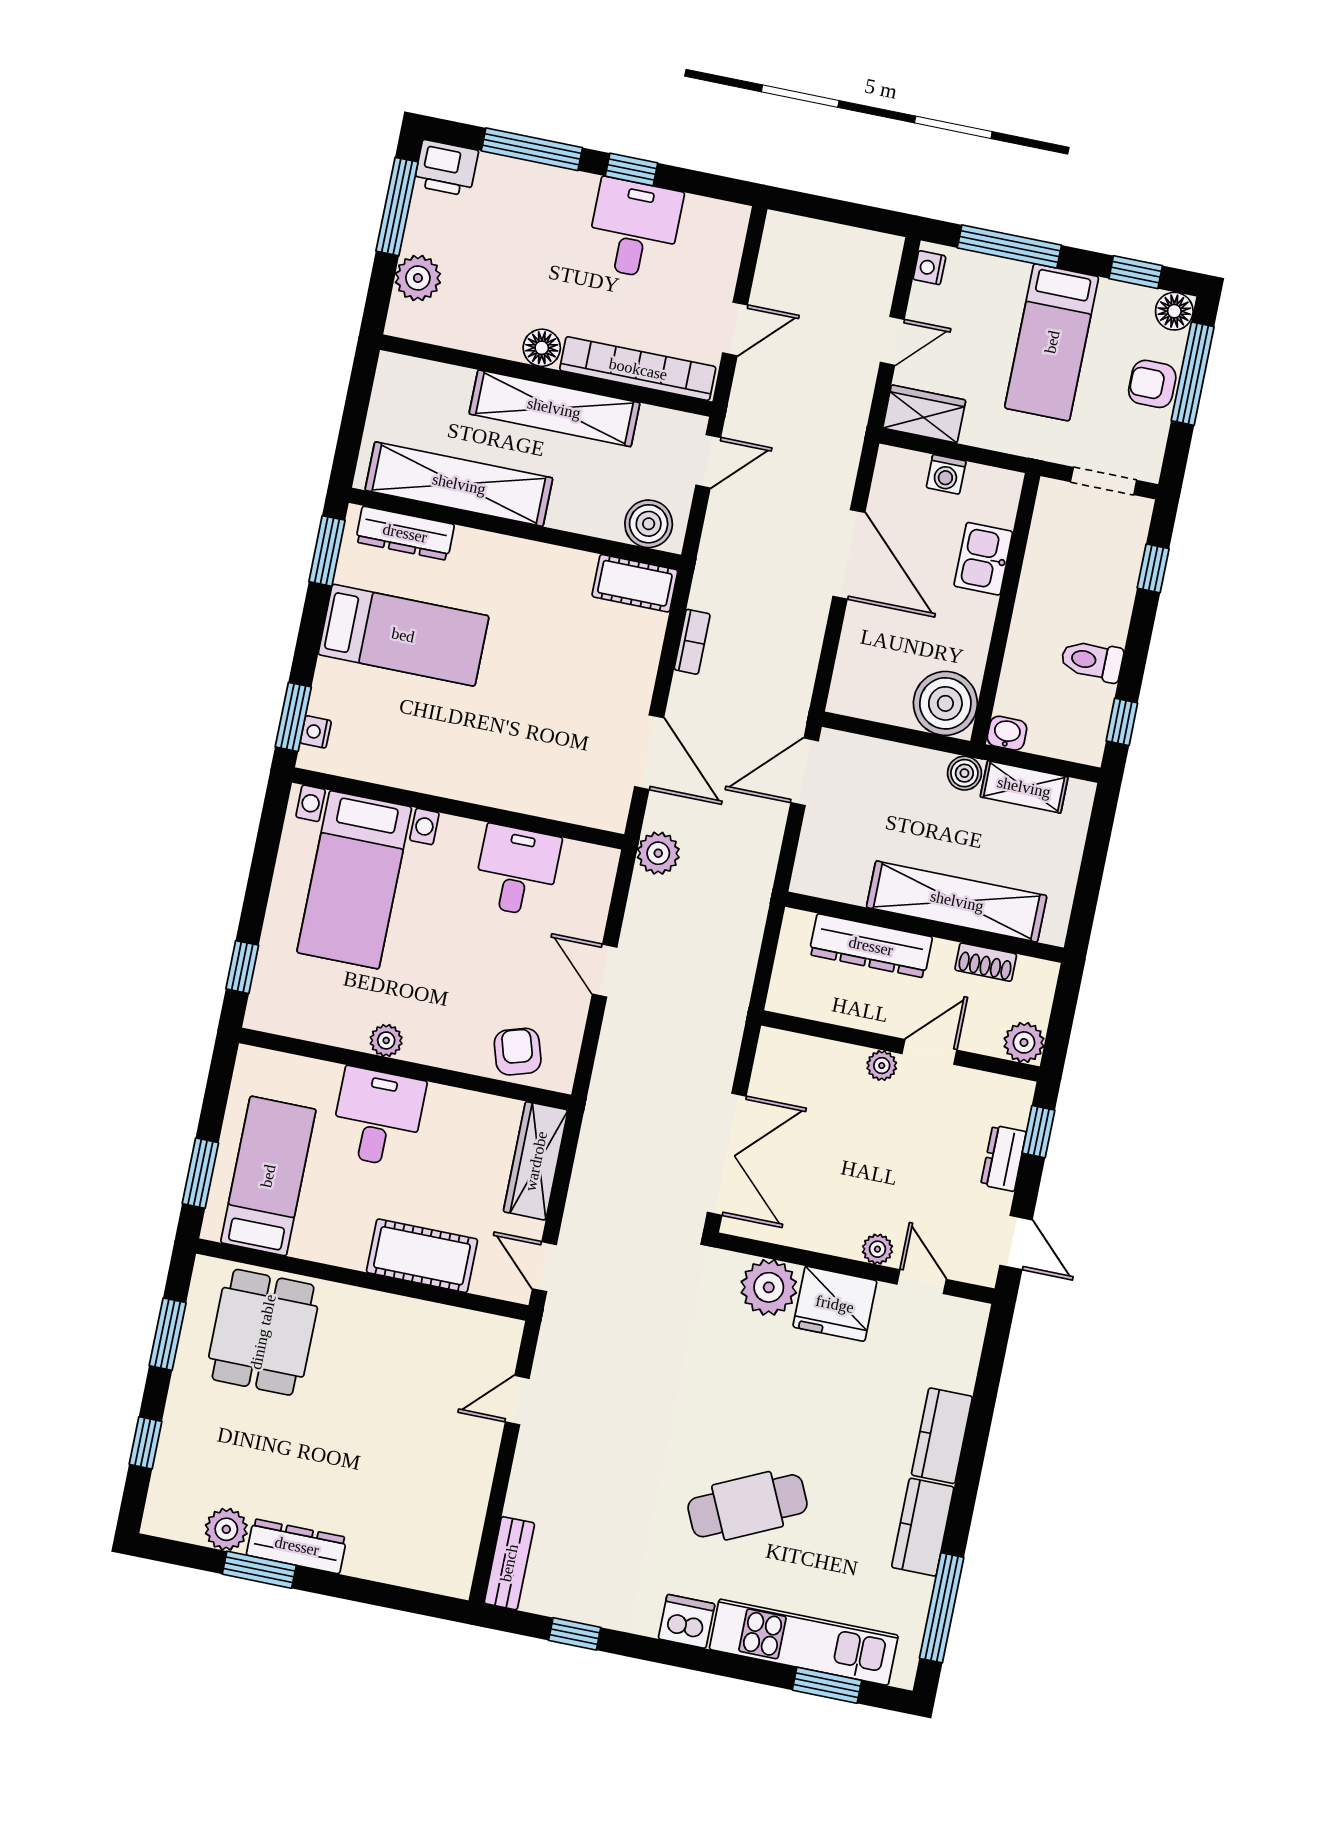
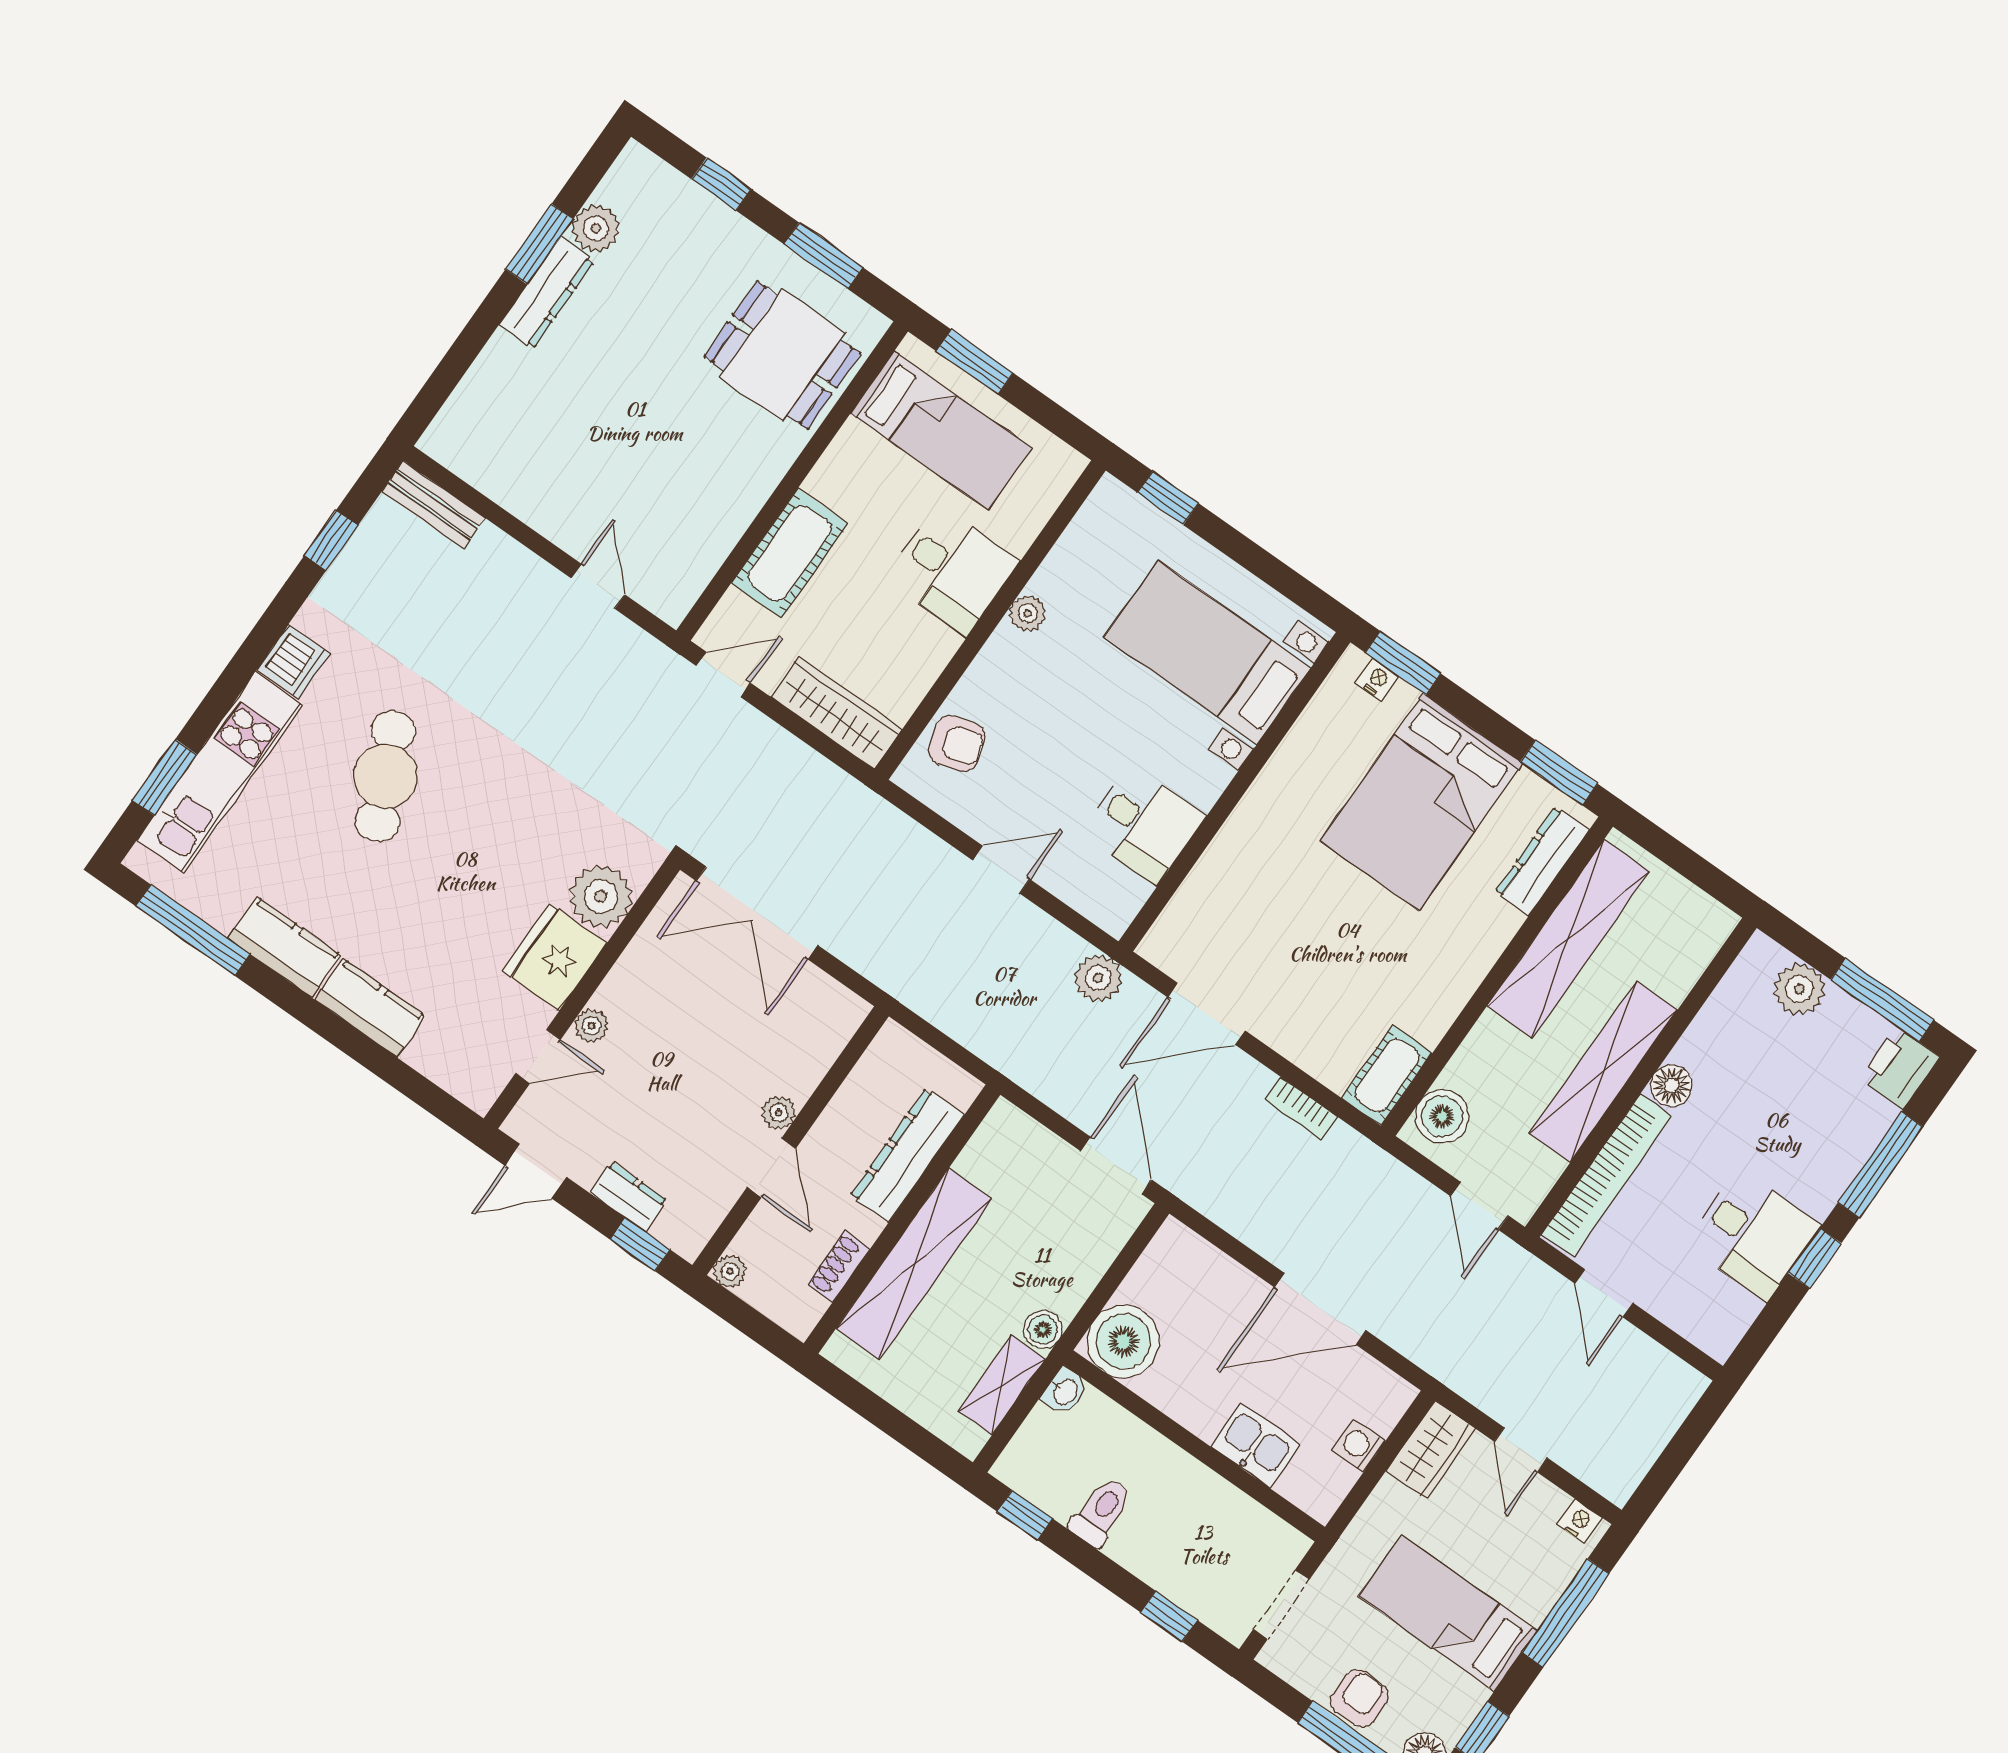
bed: (403, 635) -> (1421, 802), width x1.50
plant: (1024, 1042) -> (730, 1271), width x0.73, depth x0.73

